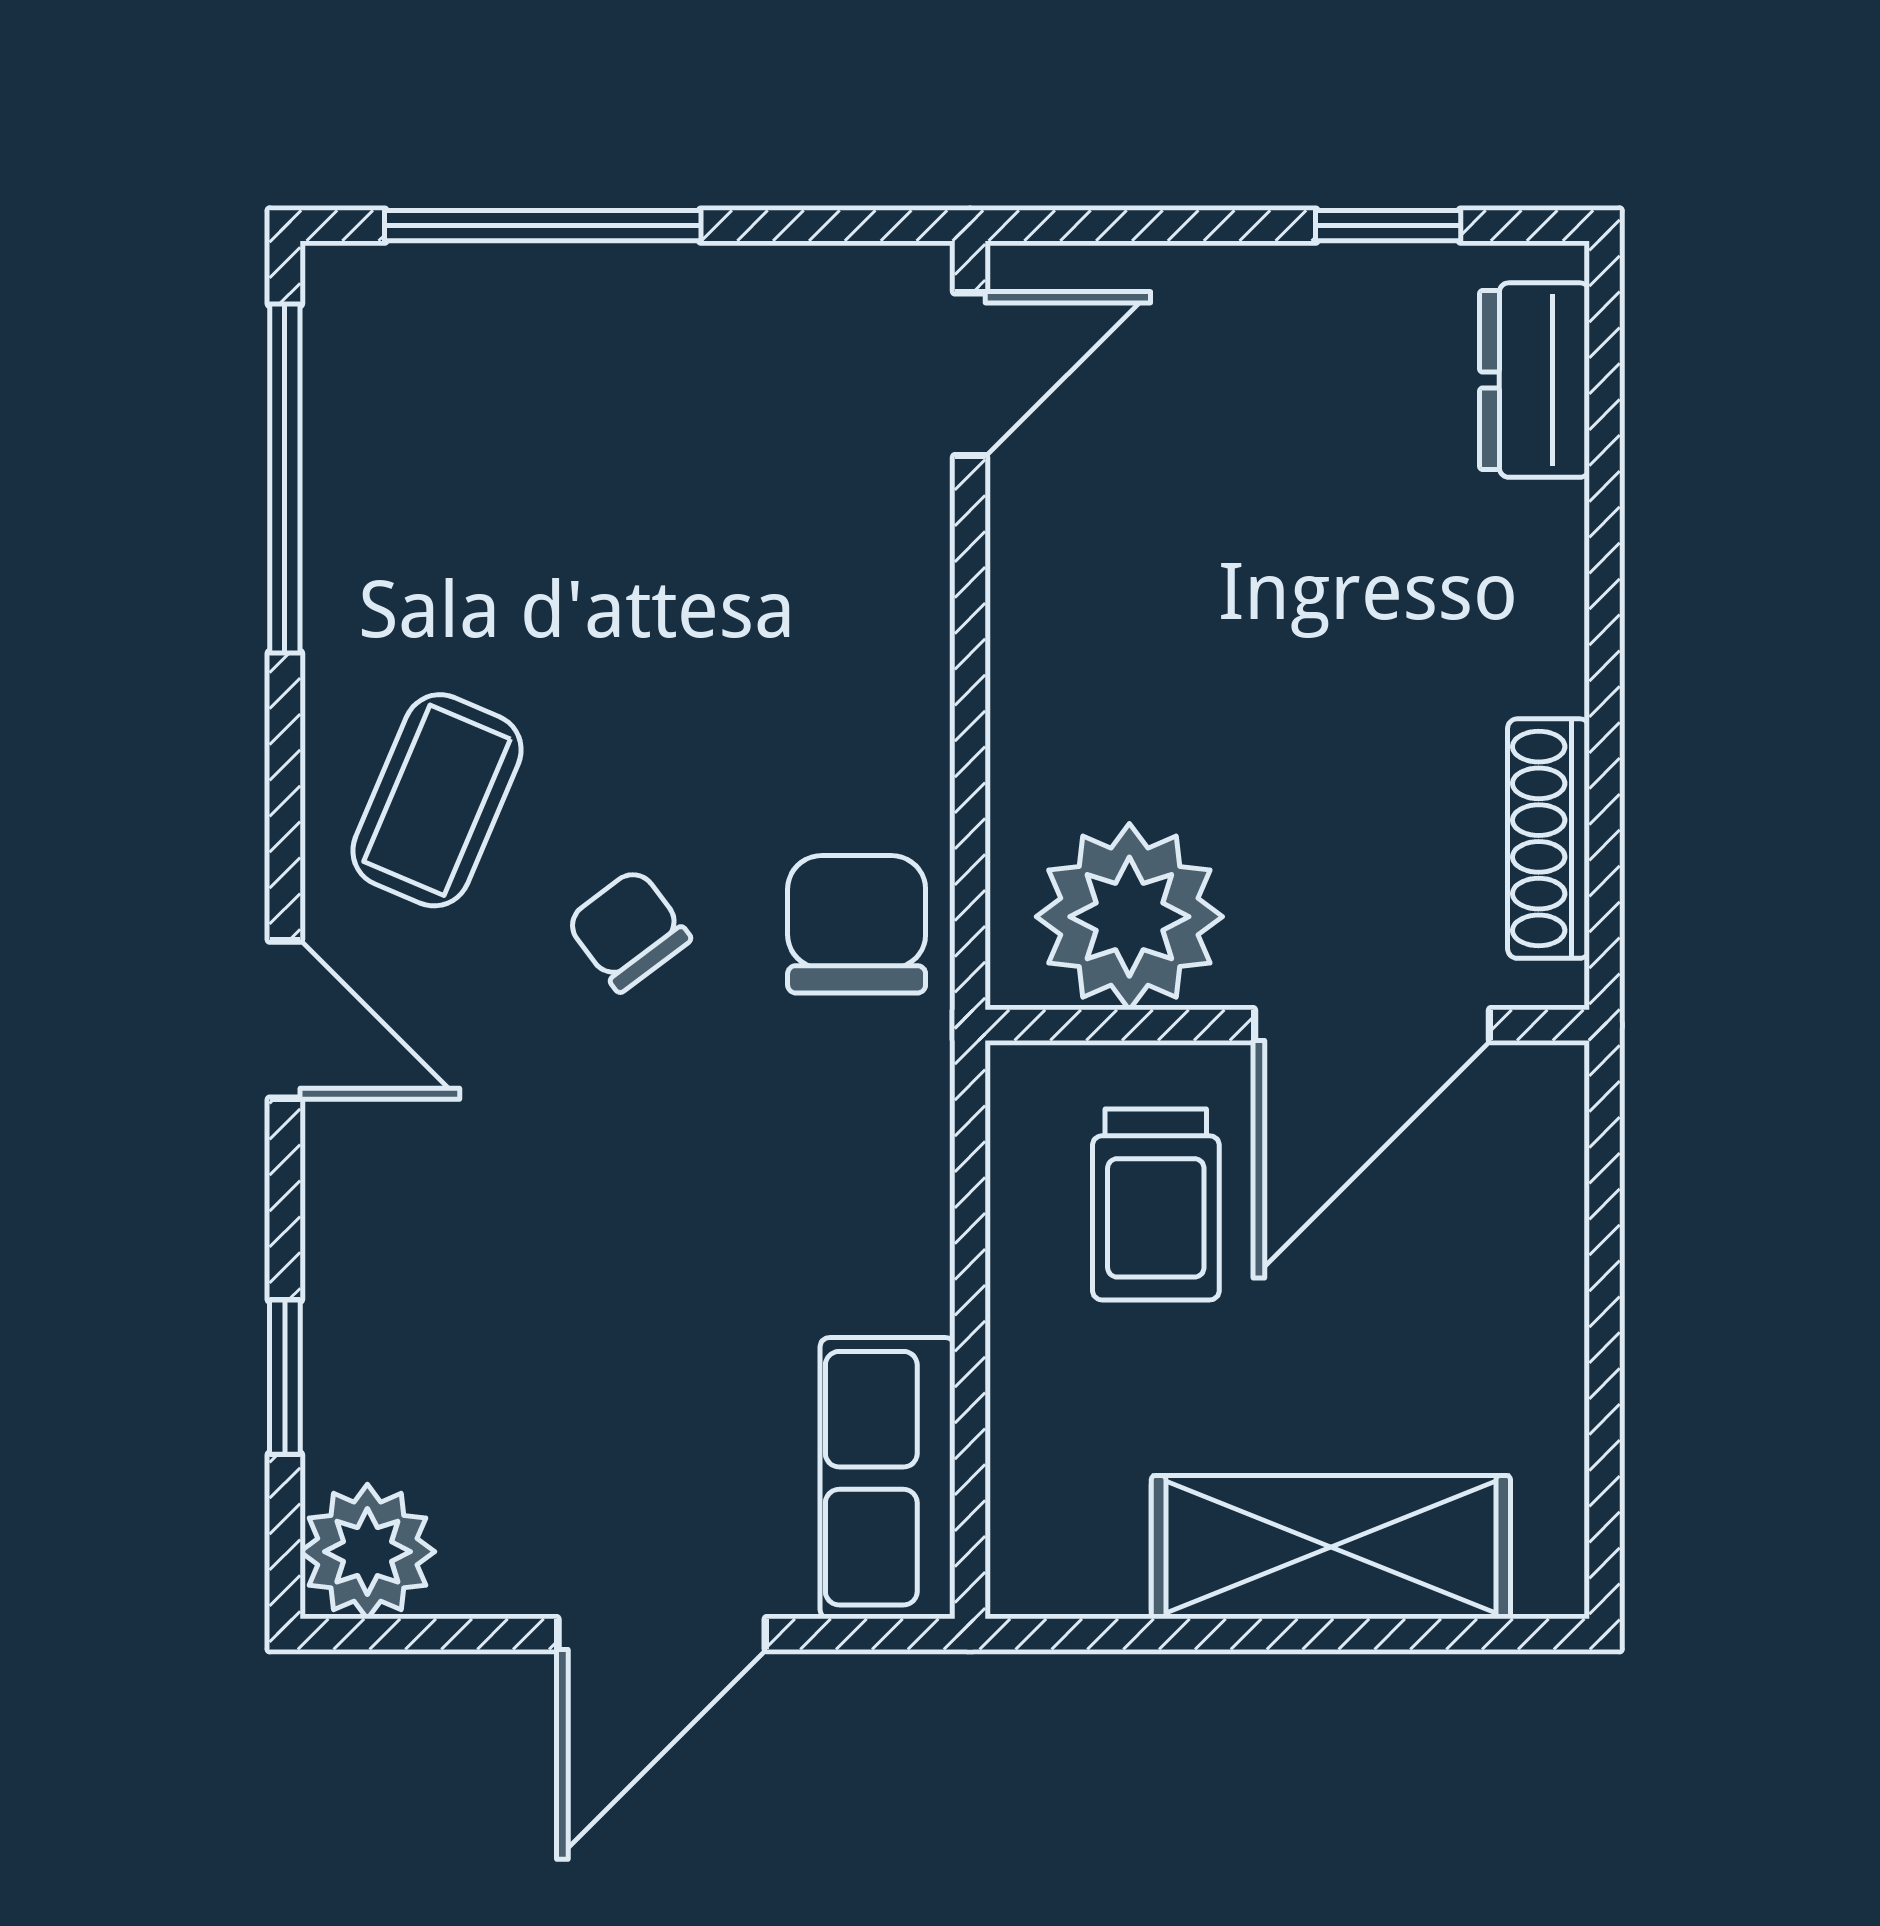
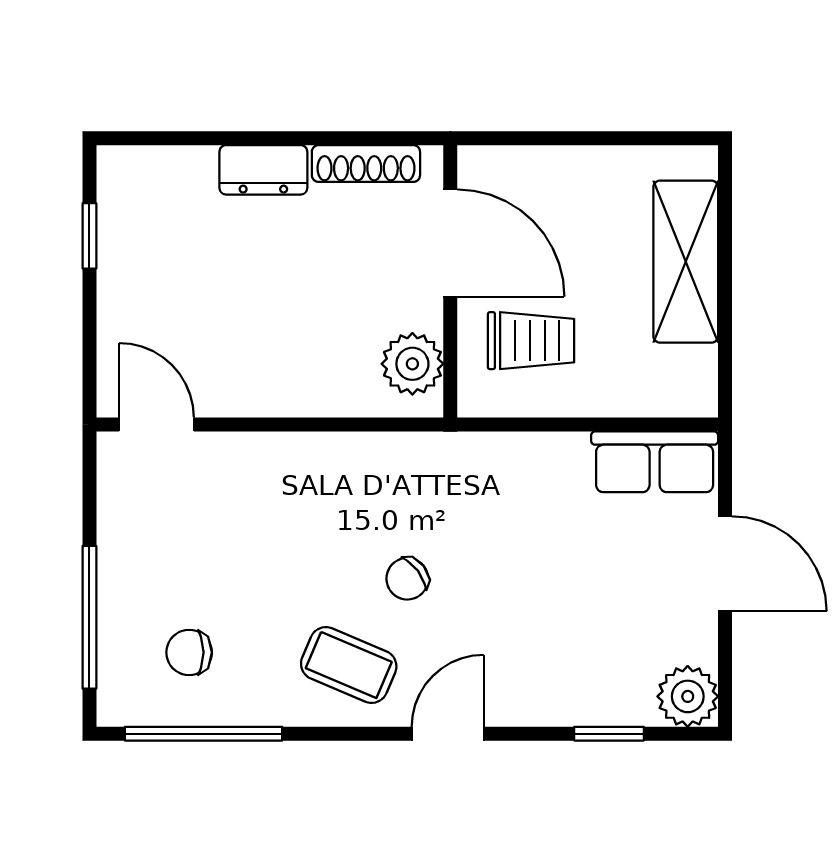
dresser: (1534, 380) -> (263, 170), moved
plant: (1129, 917) -> (412, 364), width x0.73, depth x0.73
chair: (857, 924) -> (189, 652), moved, width x0.73, depth x0.73

